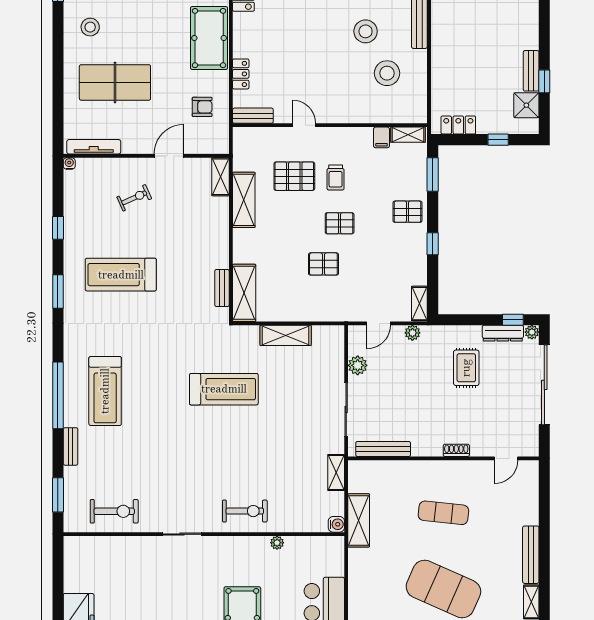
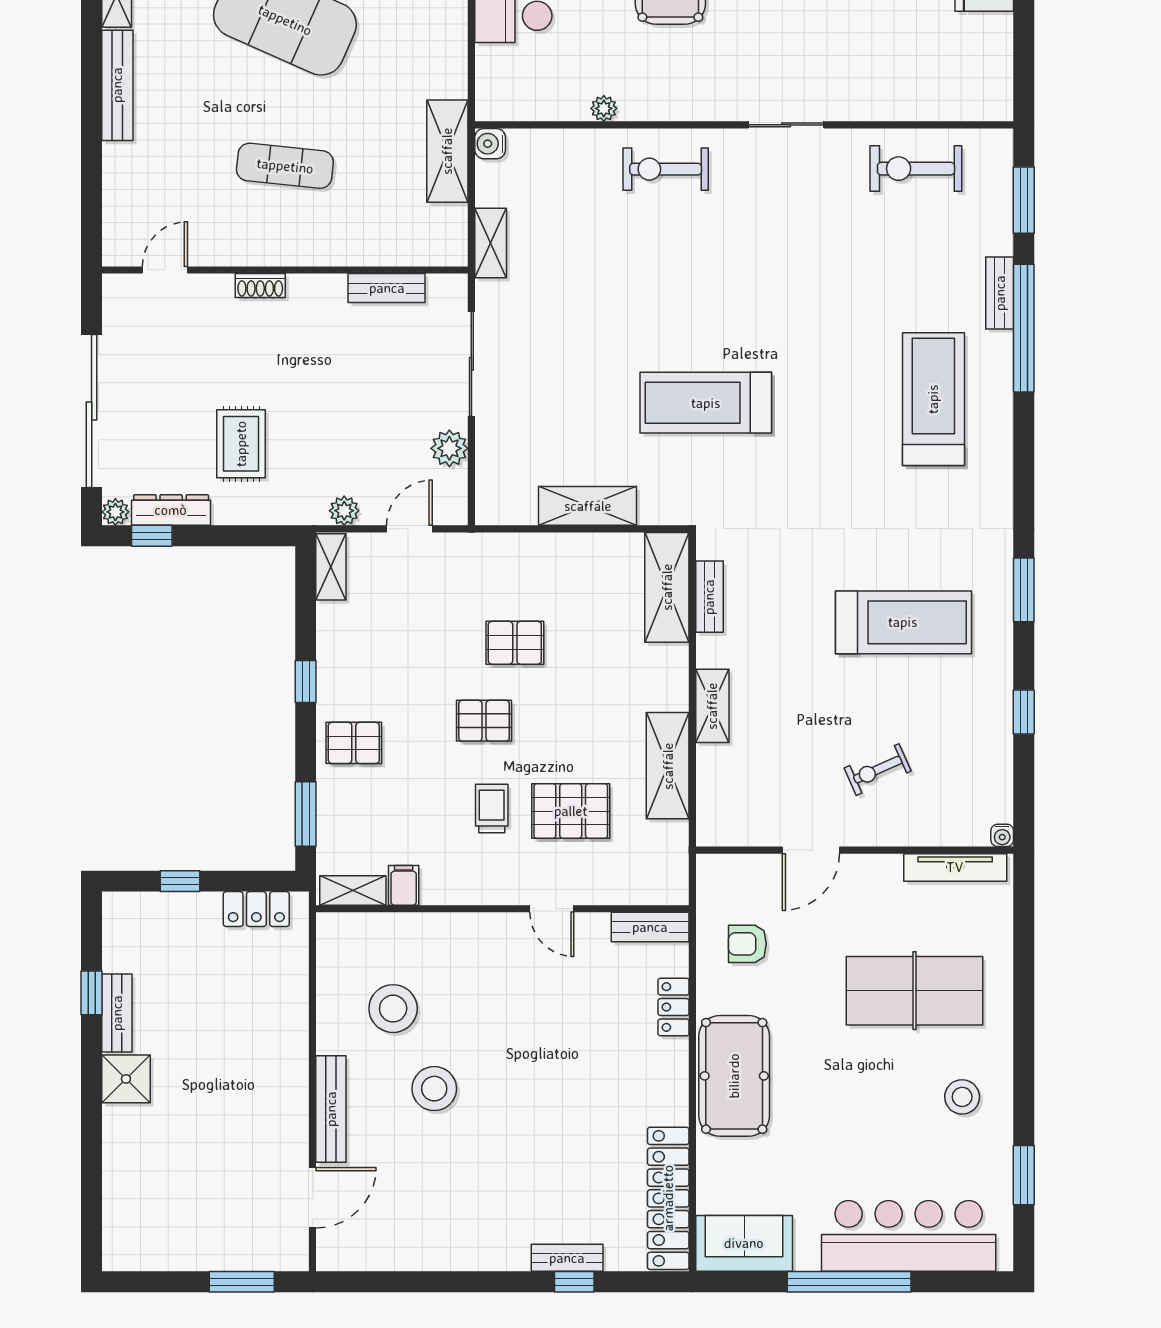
shower: (526, 105) -> (126, 1079), moved
shelving: (220, 177) -> (712, 706), moved
window: (58, 395) -> (1024, 328), moved
bench: (383, 449) -> (387, 288), width x0.73

